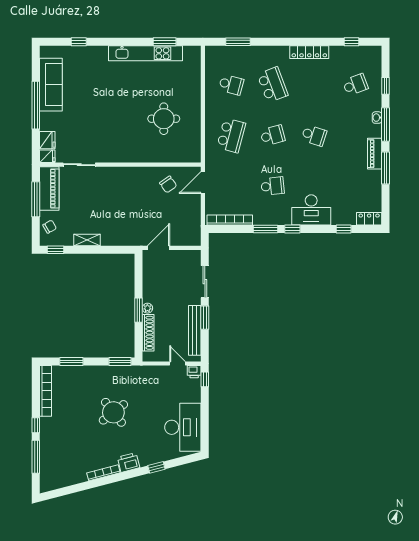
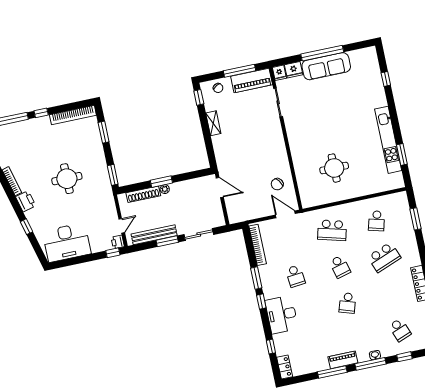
sofa: (51, 85) -> (326, 66), moved
round table: (113, 412) -> (67, 179), turned 38

